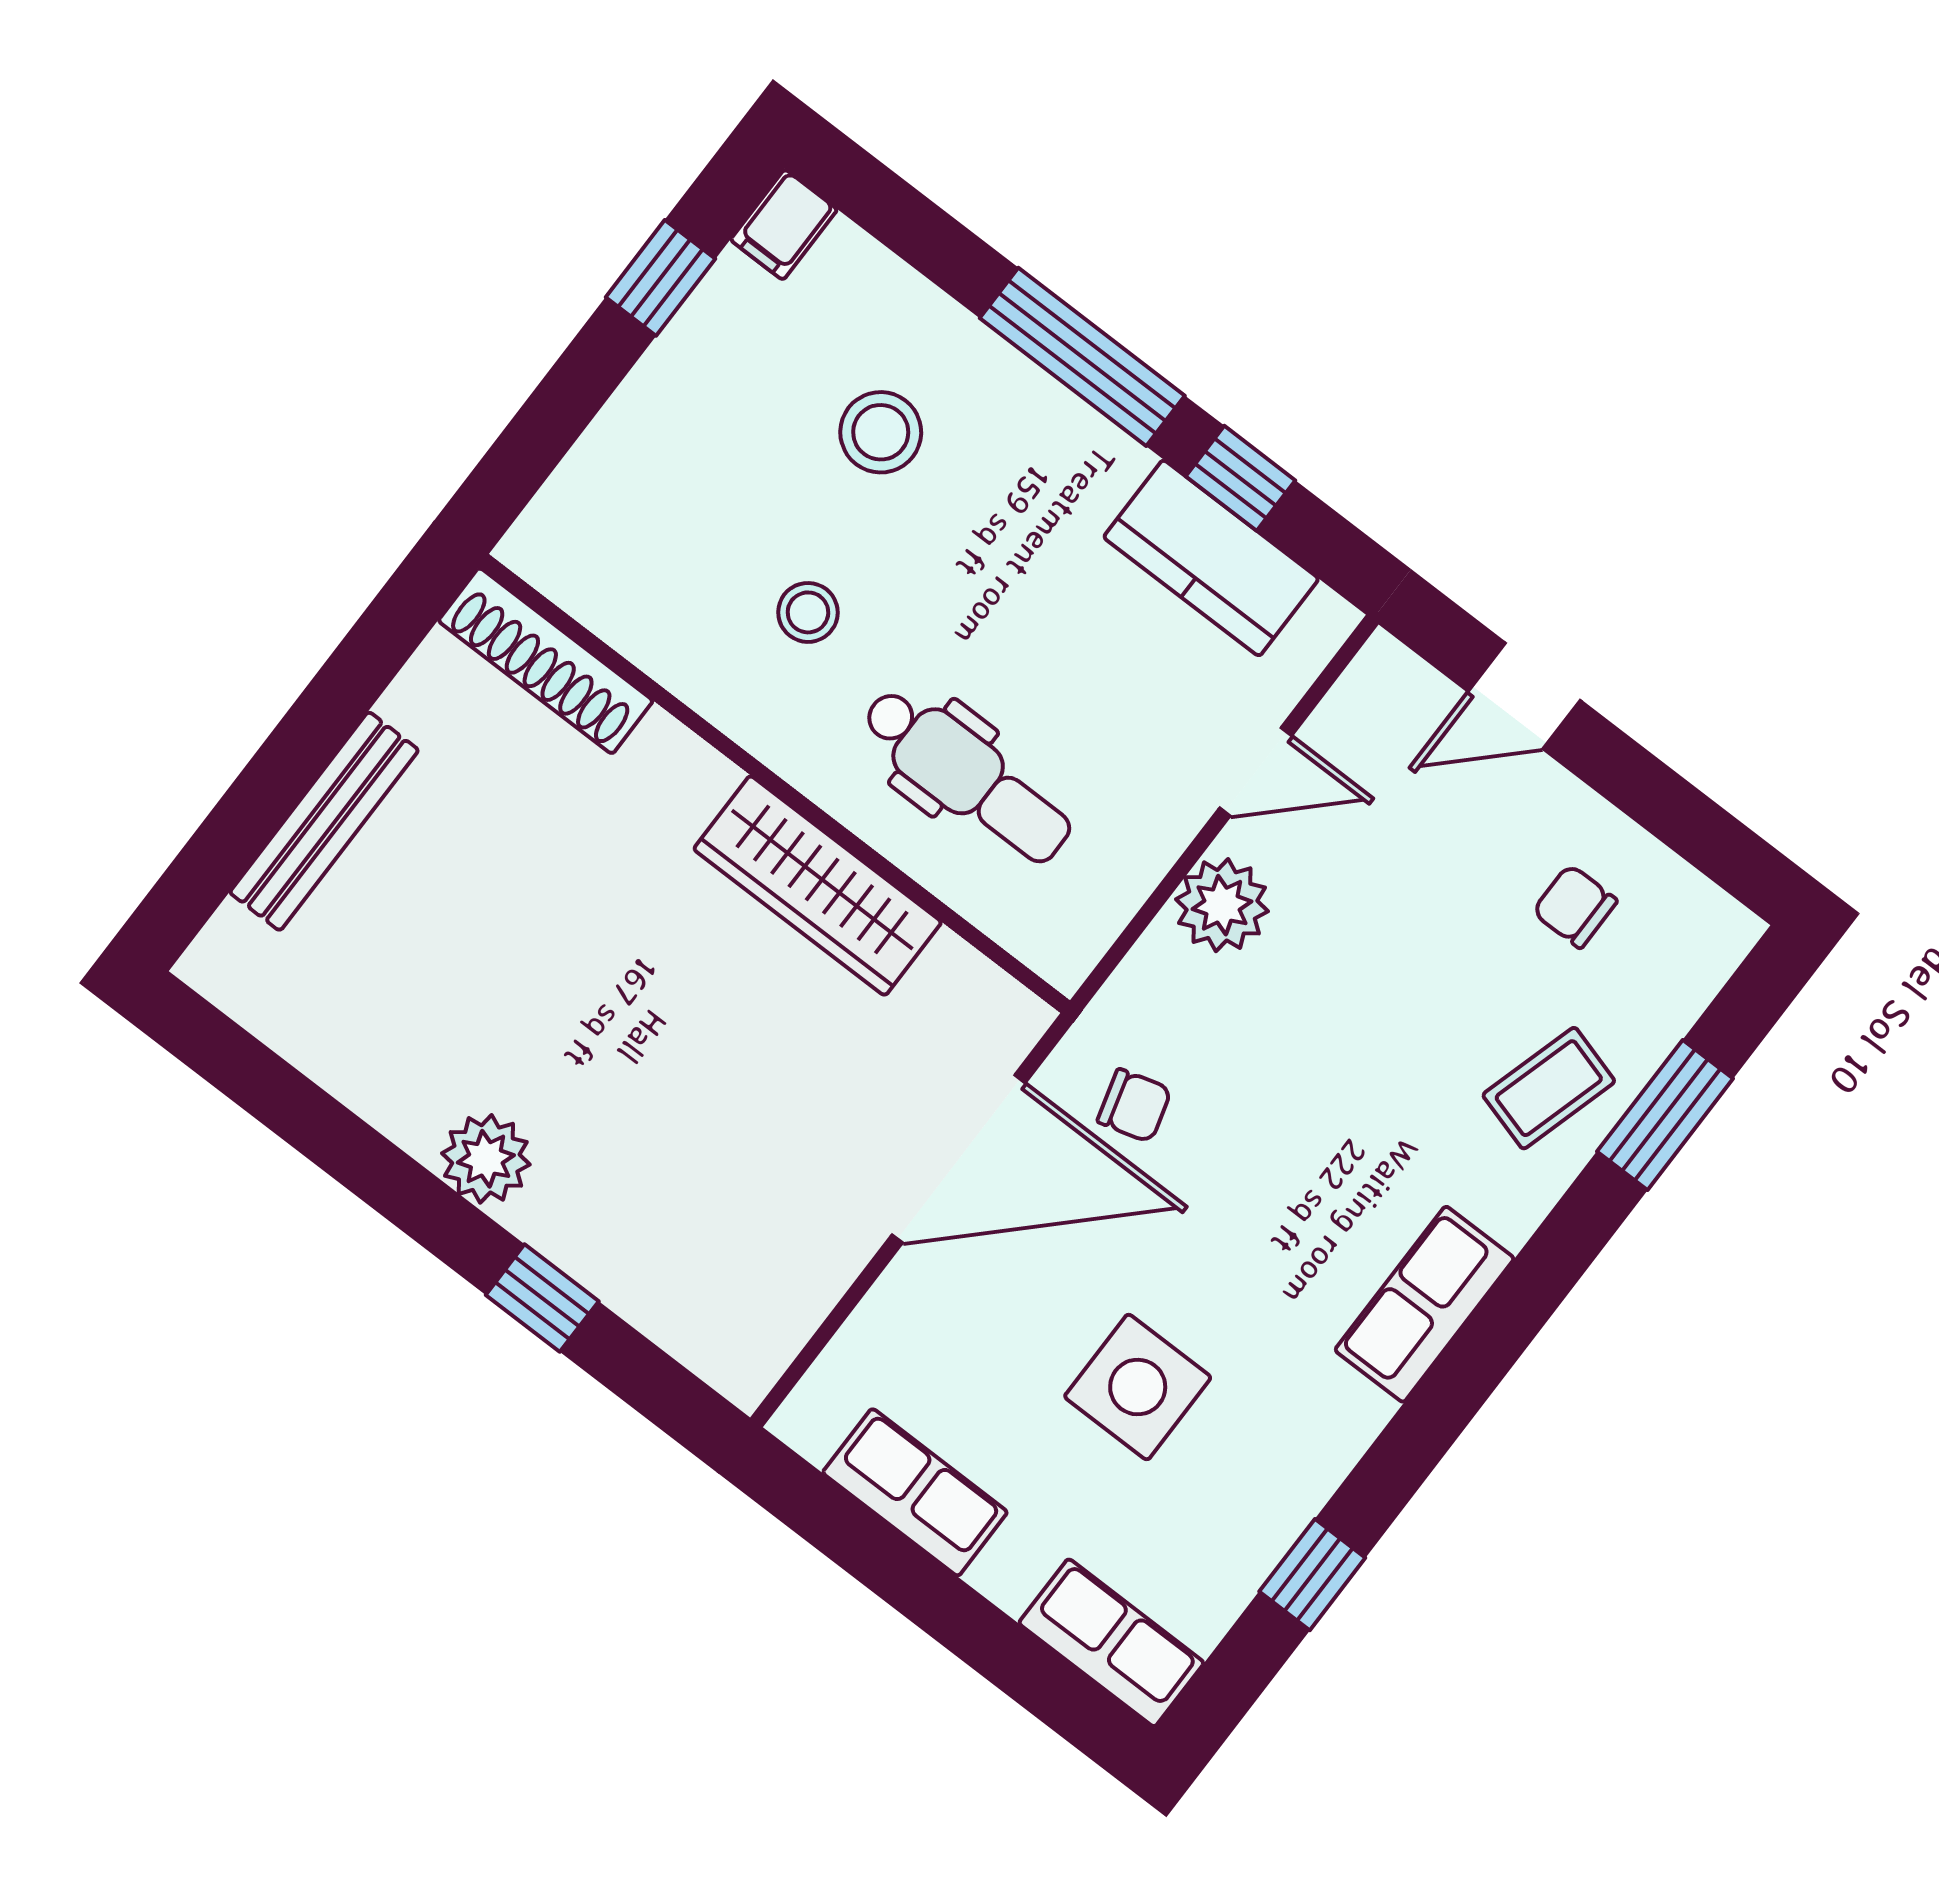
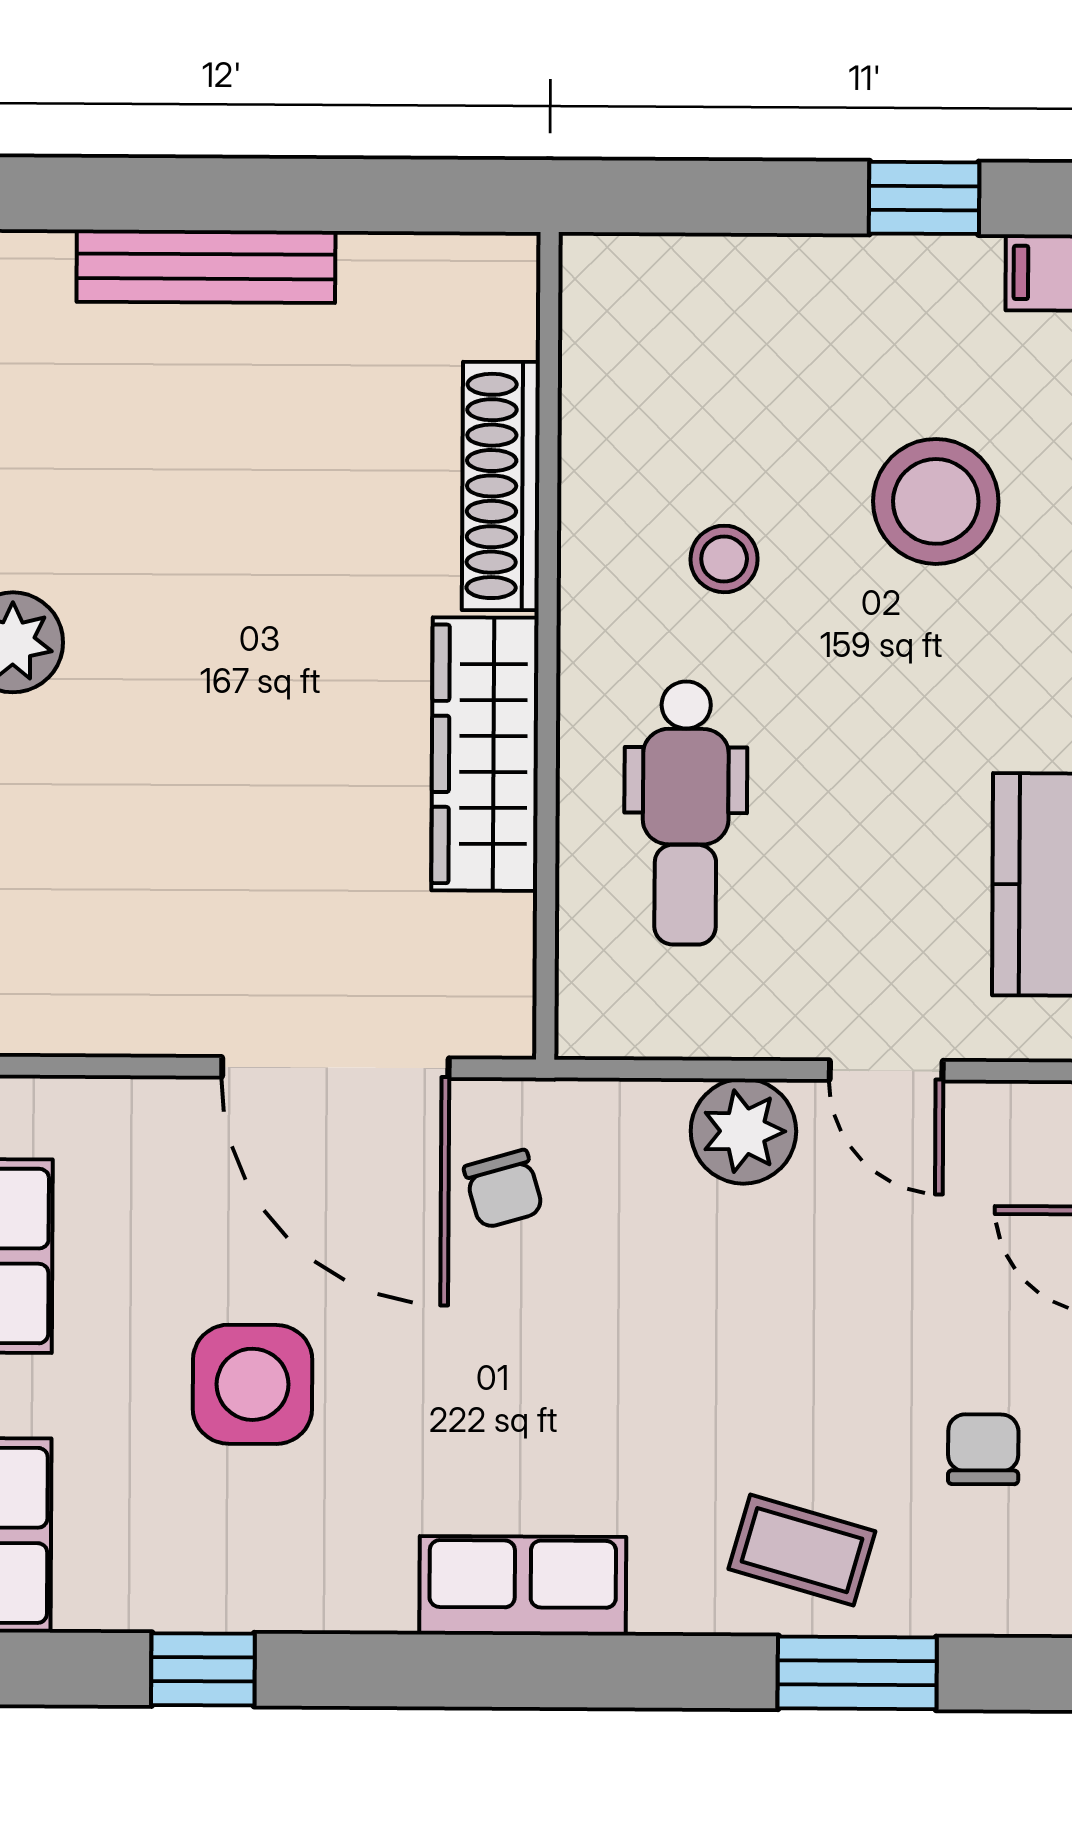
stool: (881, 432) -> (936, 501), width x1.38, depth x1.38
shoe rack: (546, 661) -> (501, 486), moved

